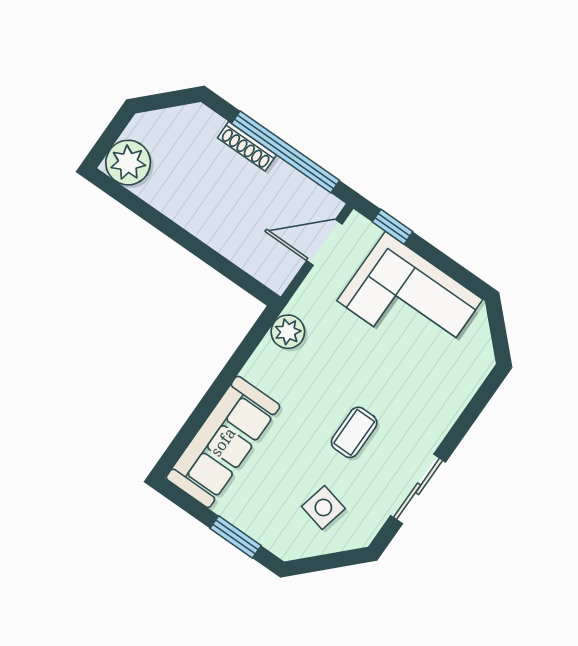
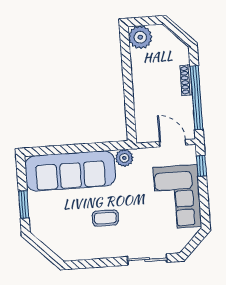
sofa: (223, 442) -> (70, 171), width x1.36, depth x1.27
sliding door: (418, 489) -> (147, 260), moved
side table: (323, 508) -> (65, 230), removed

